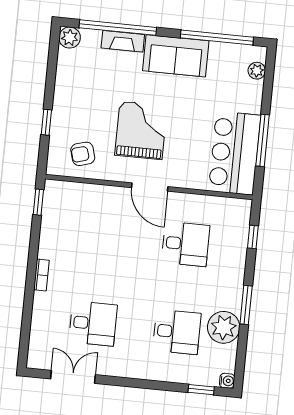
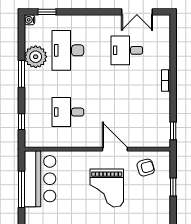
door: (150, 187) -> (115, 149), moved
desk: (177, 332) -> (68, 50), width x1.37

